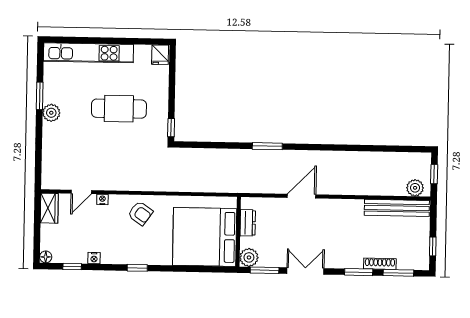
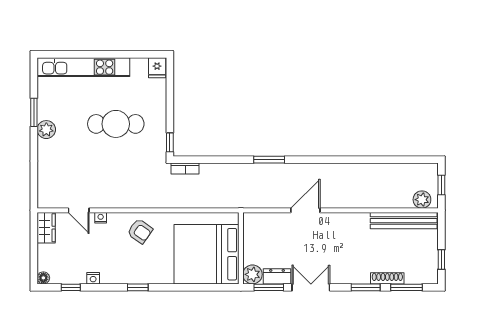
bookcase: (185, 153) -> (185, 169), added
door: (81, 192) -> (79, 210), hinge flipped
dresser: (248, 223) -> (277, 276), moved, turned -90

